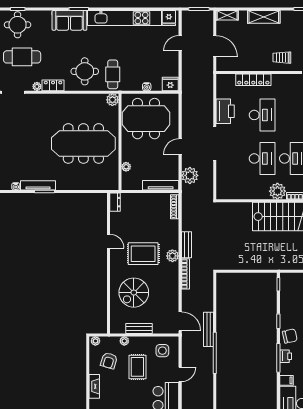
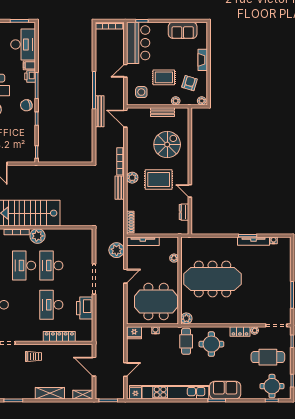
dresser: (115, 202) -> (184, 212), moved
printer: (286, 356) -> (30, 76), moved
rug: (137, 367) -> (164, 77), turned 90

